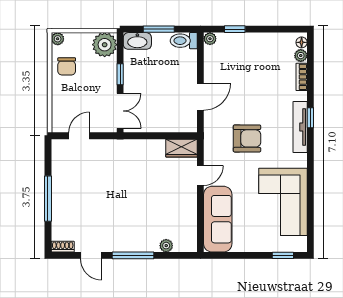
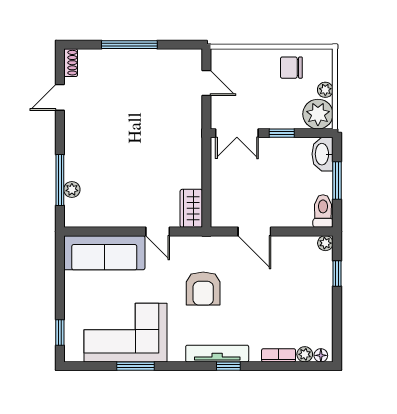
plant: (58, 39) -> (325, 90), moved
window: (310, 194) -> (135, 366), added
window: (133, 255) -> (60, 180), moved

